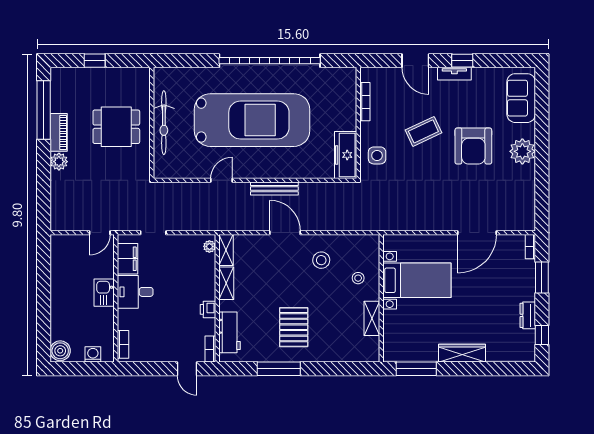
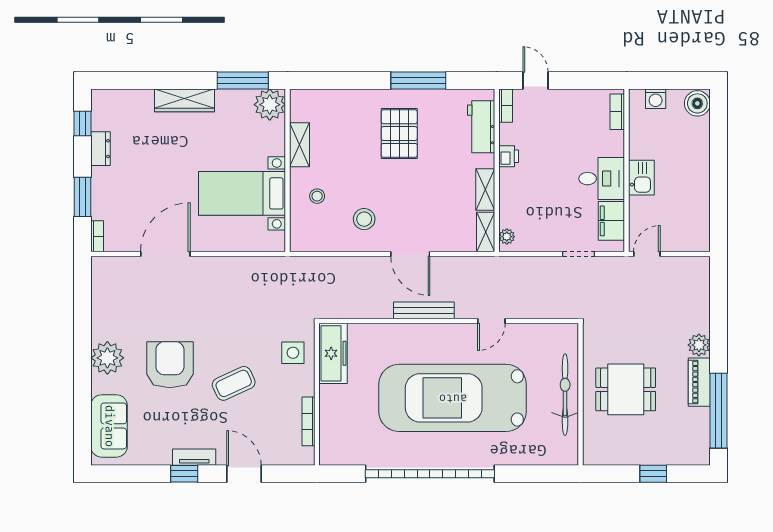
plant: (395, 350) -> (270, 105), added

